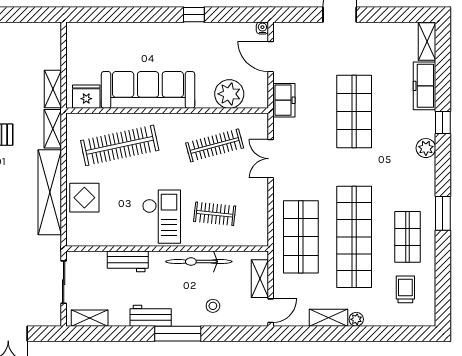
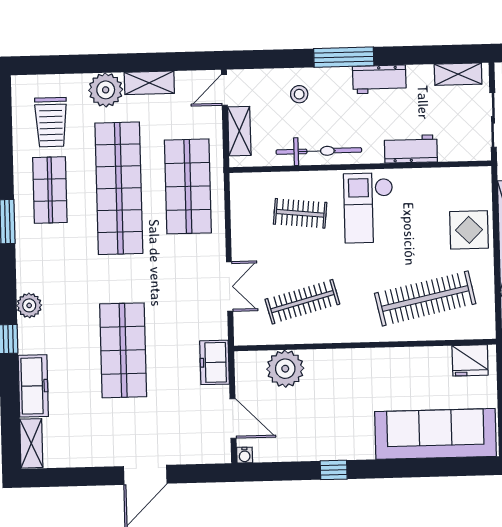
sofa: (148, 90) -> (435, 434), moved, turned 180
trolley: (405, 289) -> (51, 122), width x1.36, depth x1.39
plant: (356, 319) -> (106, 90), width x1.87, depth x1.87

